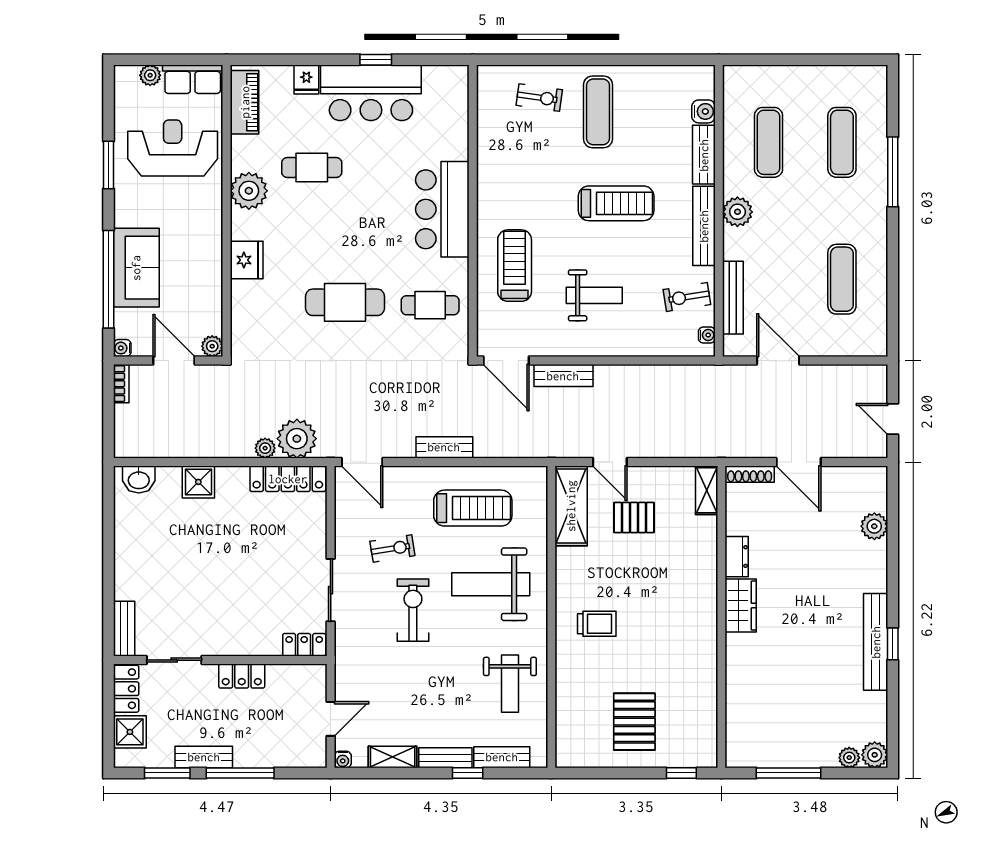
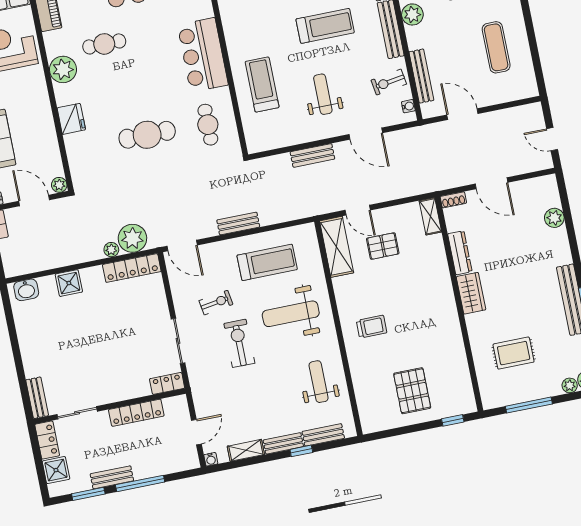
weight bench: (594, 295) -> (323, 94), turned -90
cafe table: (430, 305) -> (208, 125), turned 90
door: (506, 361) -> (366, 134), moved
shoe rack: (750, 474) -> (453, 200), width x0.70
dresser: (737, 557) -> (460, 253), width x1.44
locker: (242, 676) -> (136, 413), width x1.53
weight bench: (510, 684) -> (319, 382), turned 180
rug: (782, 698) -> (514, 353), added

